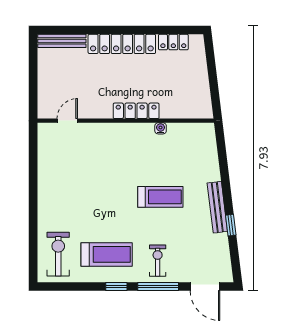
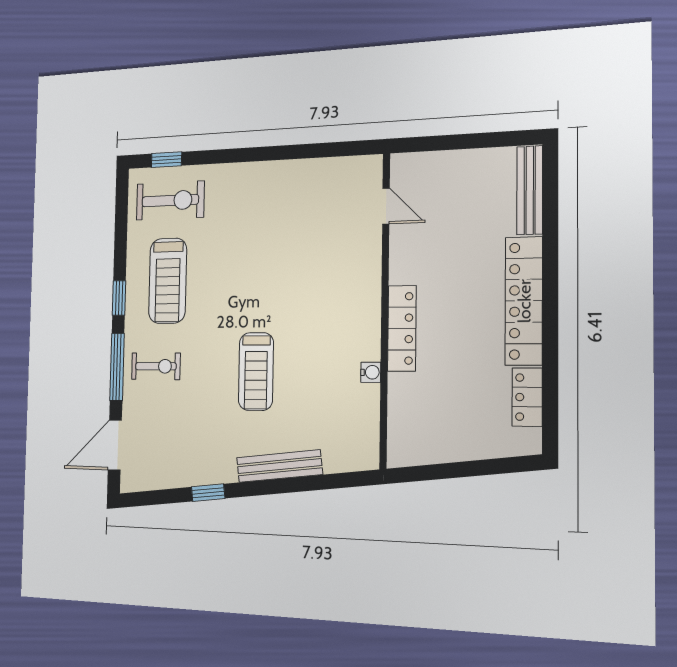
bench: (217, 207) -> (279, 466), moved
window: (33, 257) -> (167, 160), added

